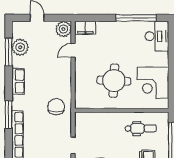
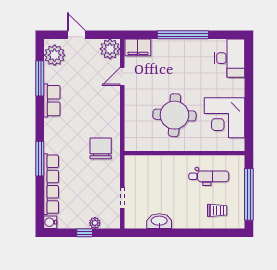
window: (136, 18) -> (183, 35), moved
plant: (20, 47) -> (55, 55), moved
row of seats: (18, 81) -> (52, 101), moved

